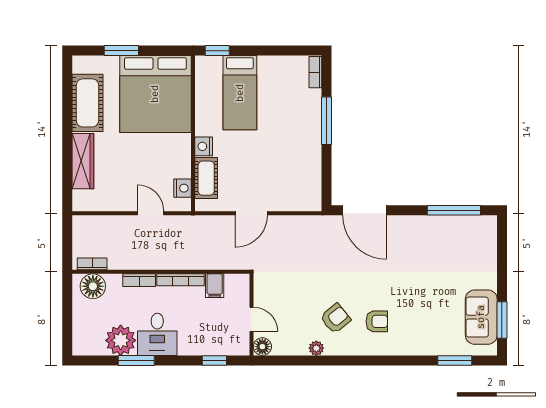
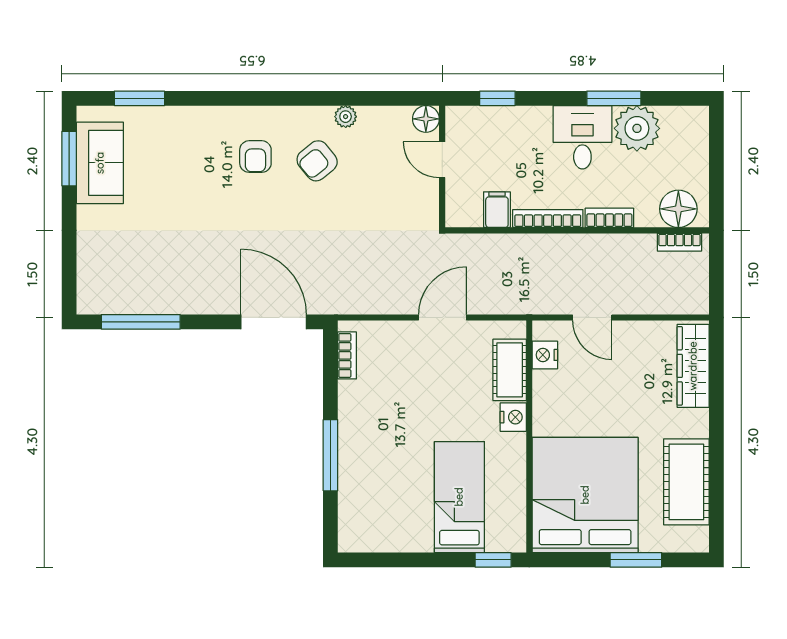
bookcase: (315, 72) -> (347, 355), moved
wardrobe: (83, 161) -> (693, 366), moved
armchair: (377, 321) -> (255, 157), turned -90

